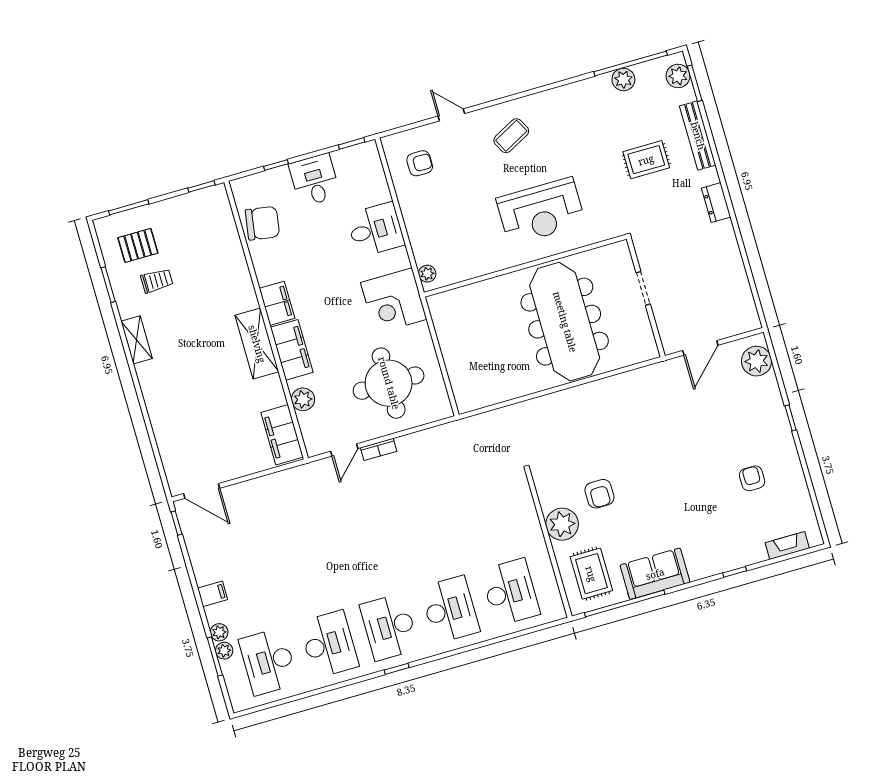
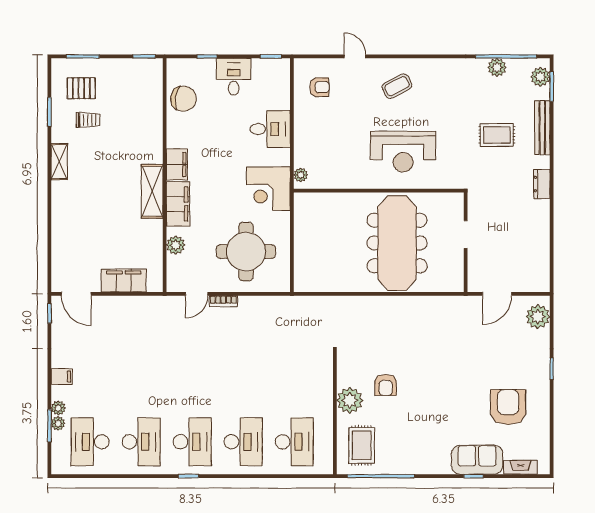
filing cabinet: (282, 435) -> (124, 281), moved, turned 90
armchair: (752, 478) -> (508, 407), width x1.88, depth x1.88
sofa: (655, 574) -> (477, 460), moved
desk: (389, 627) -> (192, 442), turned 180

